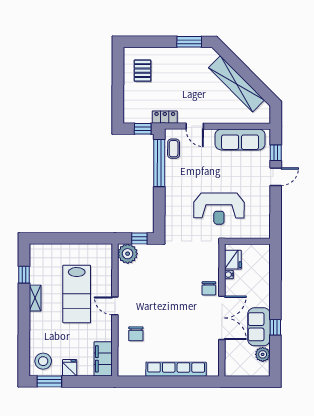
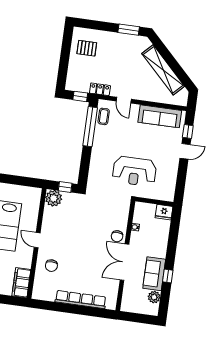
pallet: (143, 71) -> (87, 48), turned 90
fridge: (233, 260) -> (164, 212), moved, turned 90
double door: (222, 318) -> (124, 262), swing flipped

